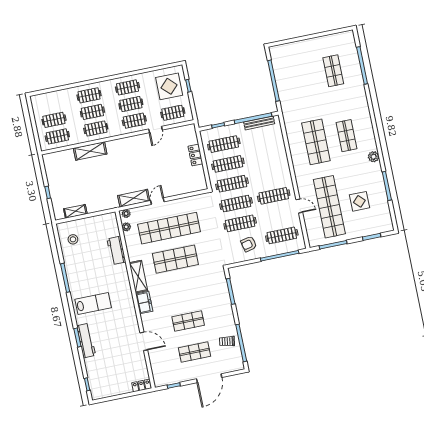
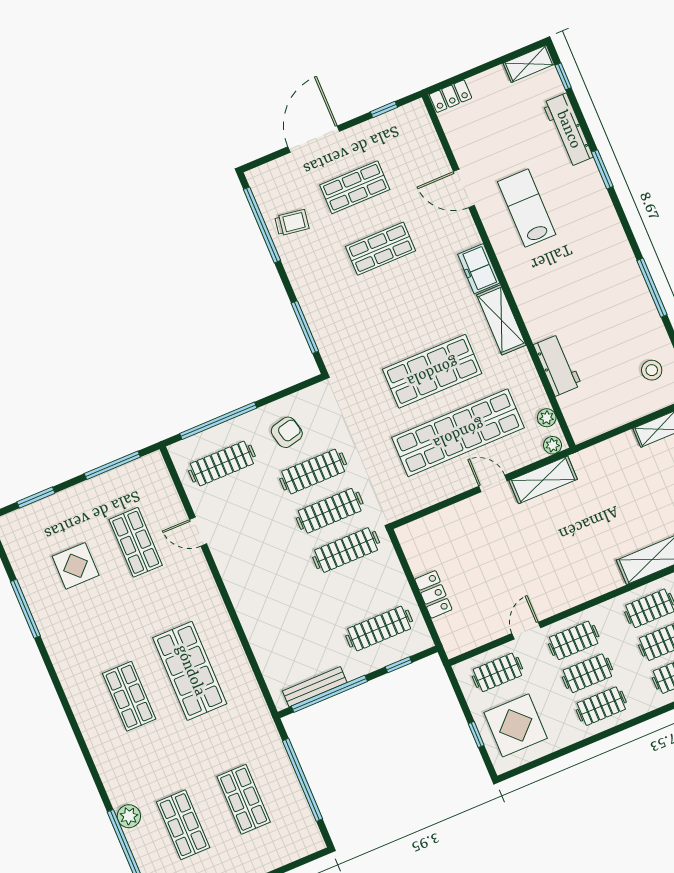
shop shelf: (303, 77) -> (244, 799), added
plant: (374, 157) -> (129, 816), moved
clothes rail: (228, 164) -> (363, 589), removed
clothes rail: (274, 196) -> (255, 542), removed
door: (157, 201) -> (493, 483), swing flipped
shop shelf: (329, 207) -> (136, 542), width x0.50, depth x0.74
lab bench: (93, 303) -> (527, 208), moved, turned 90
workbench: (86, 341) -> (568, 130), moved
shelving: (102, 393) -> (529, 64), added

